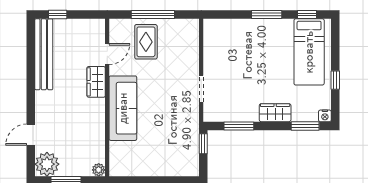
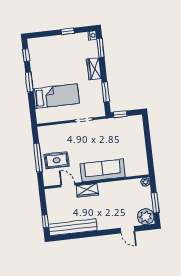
bed: (309, 52) -> (56, 96), moved

